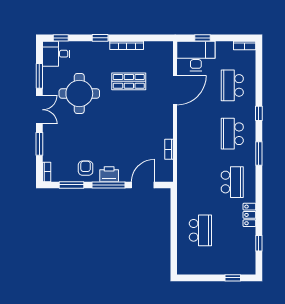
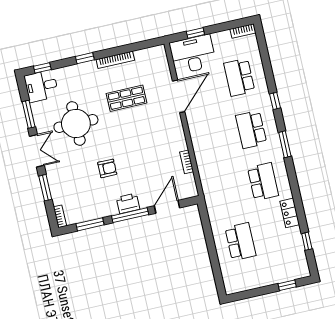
armchair: (86, 168) -> (107, 168), moved, turned 90

